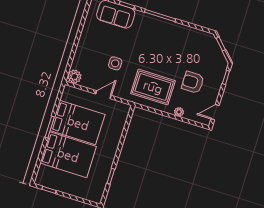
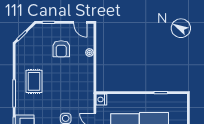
rug: (153, 87) -> (34, 81), moved, width x0.73, depth x0.70
nightstand: (124, 109) -> (101, 99), added

